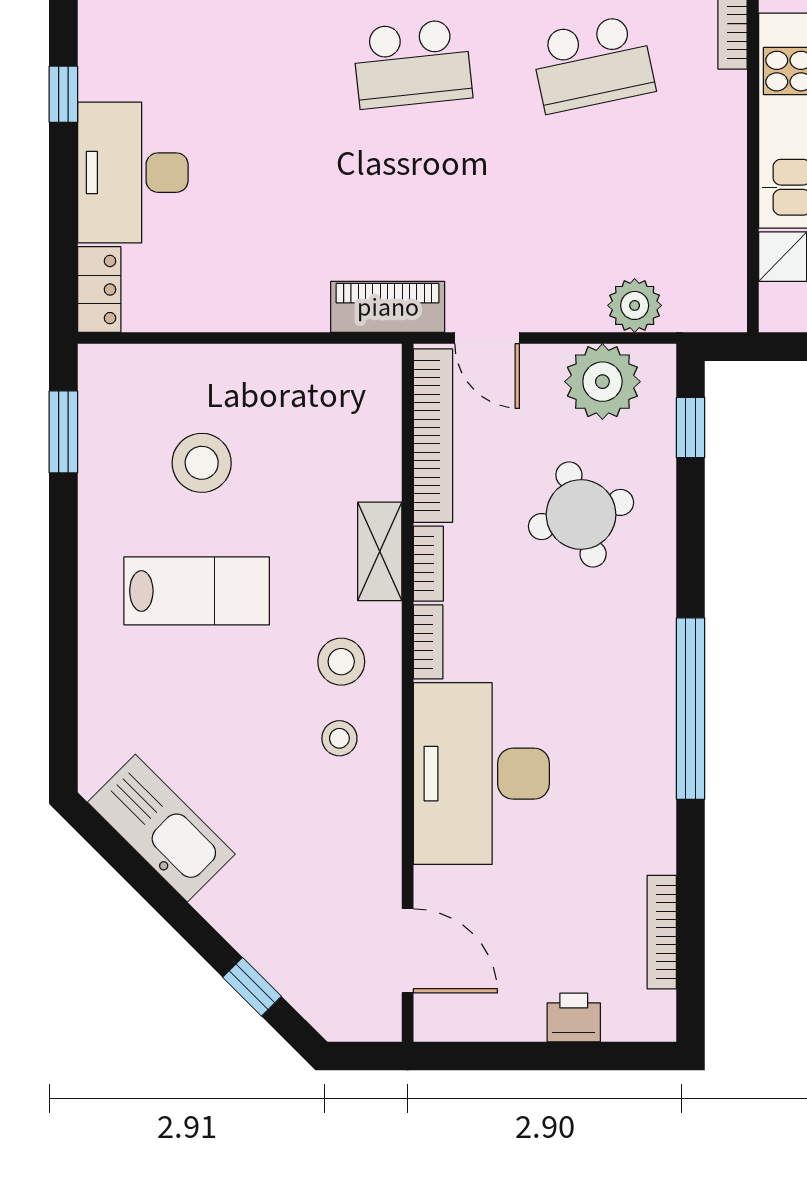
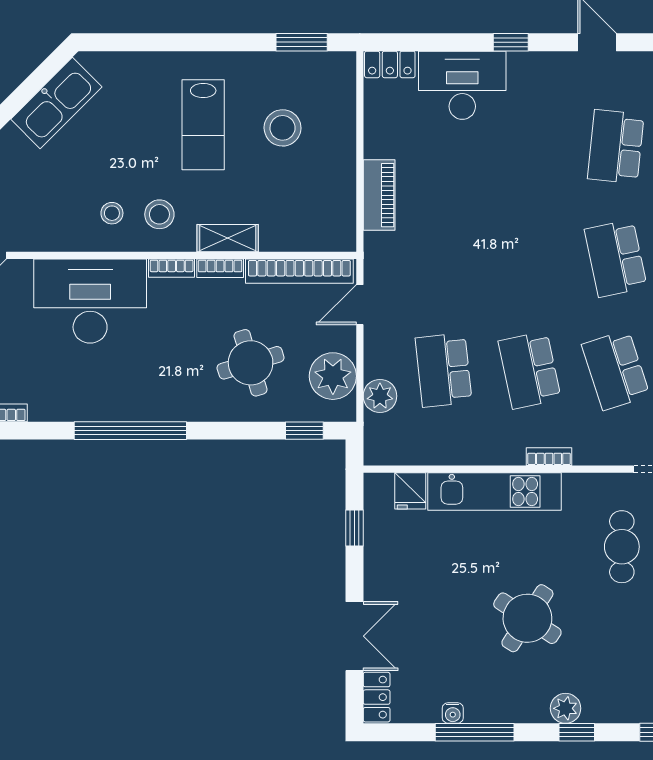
school desk: (412, 64) -> (444, 370), moved
piano: (388, 307) -> (379, 195), moved

